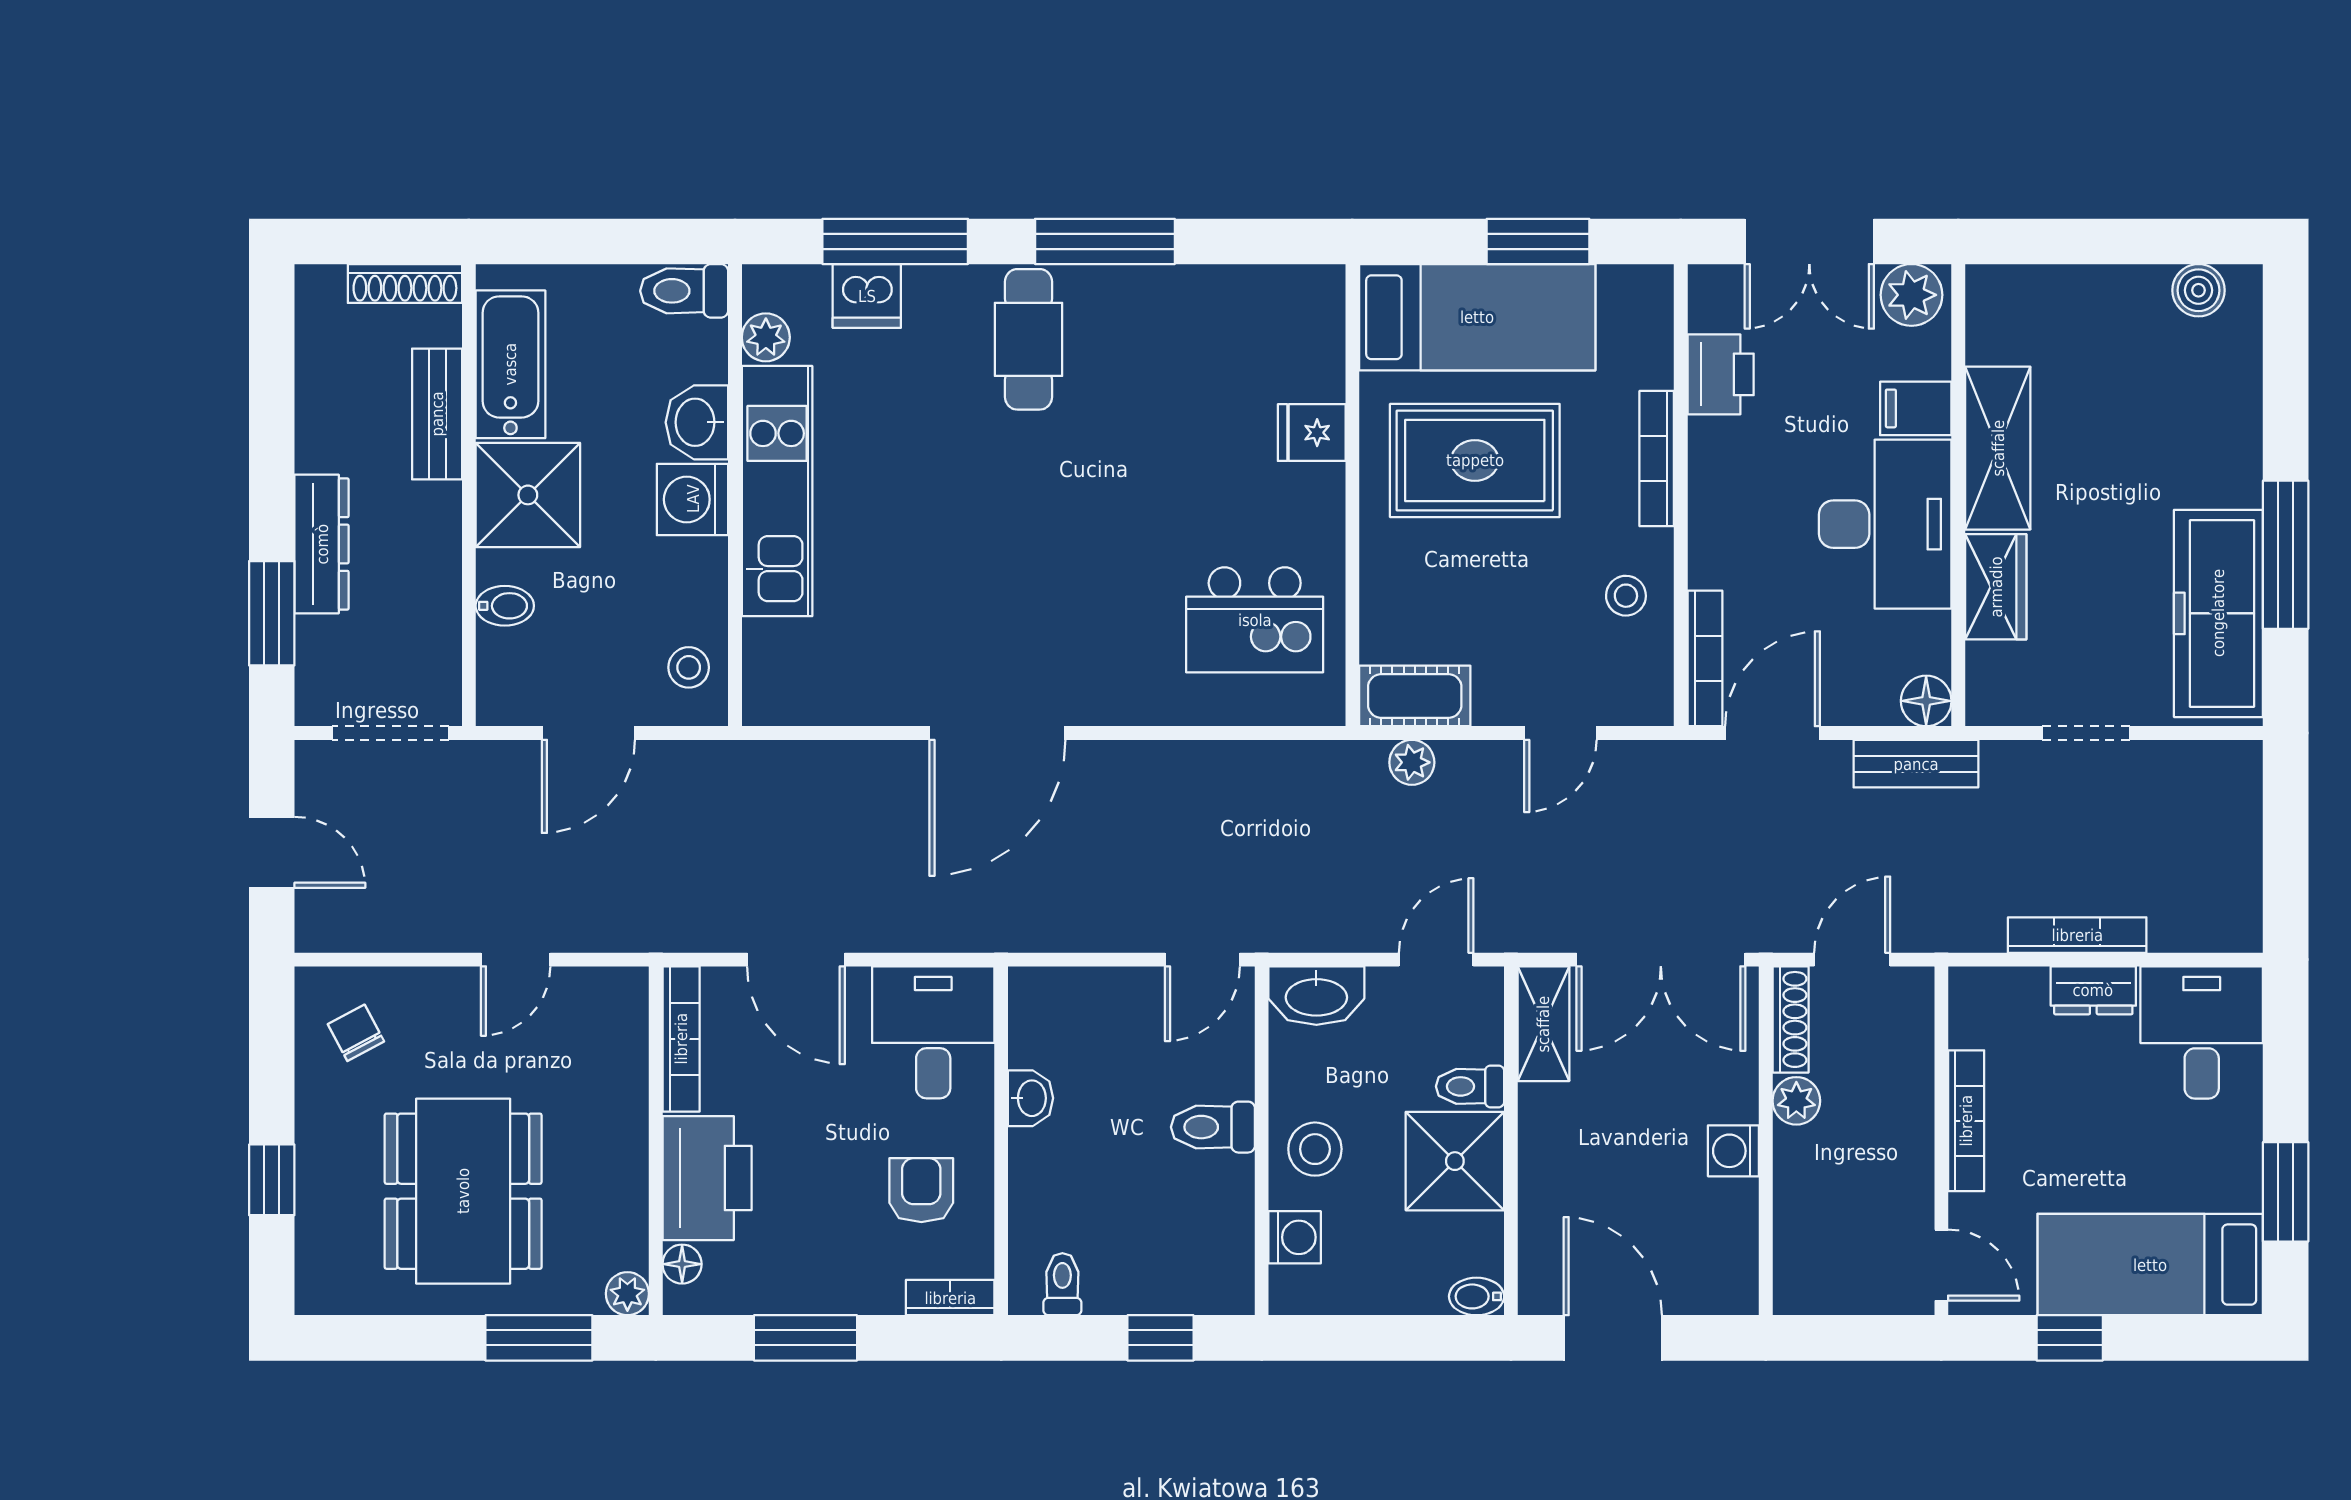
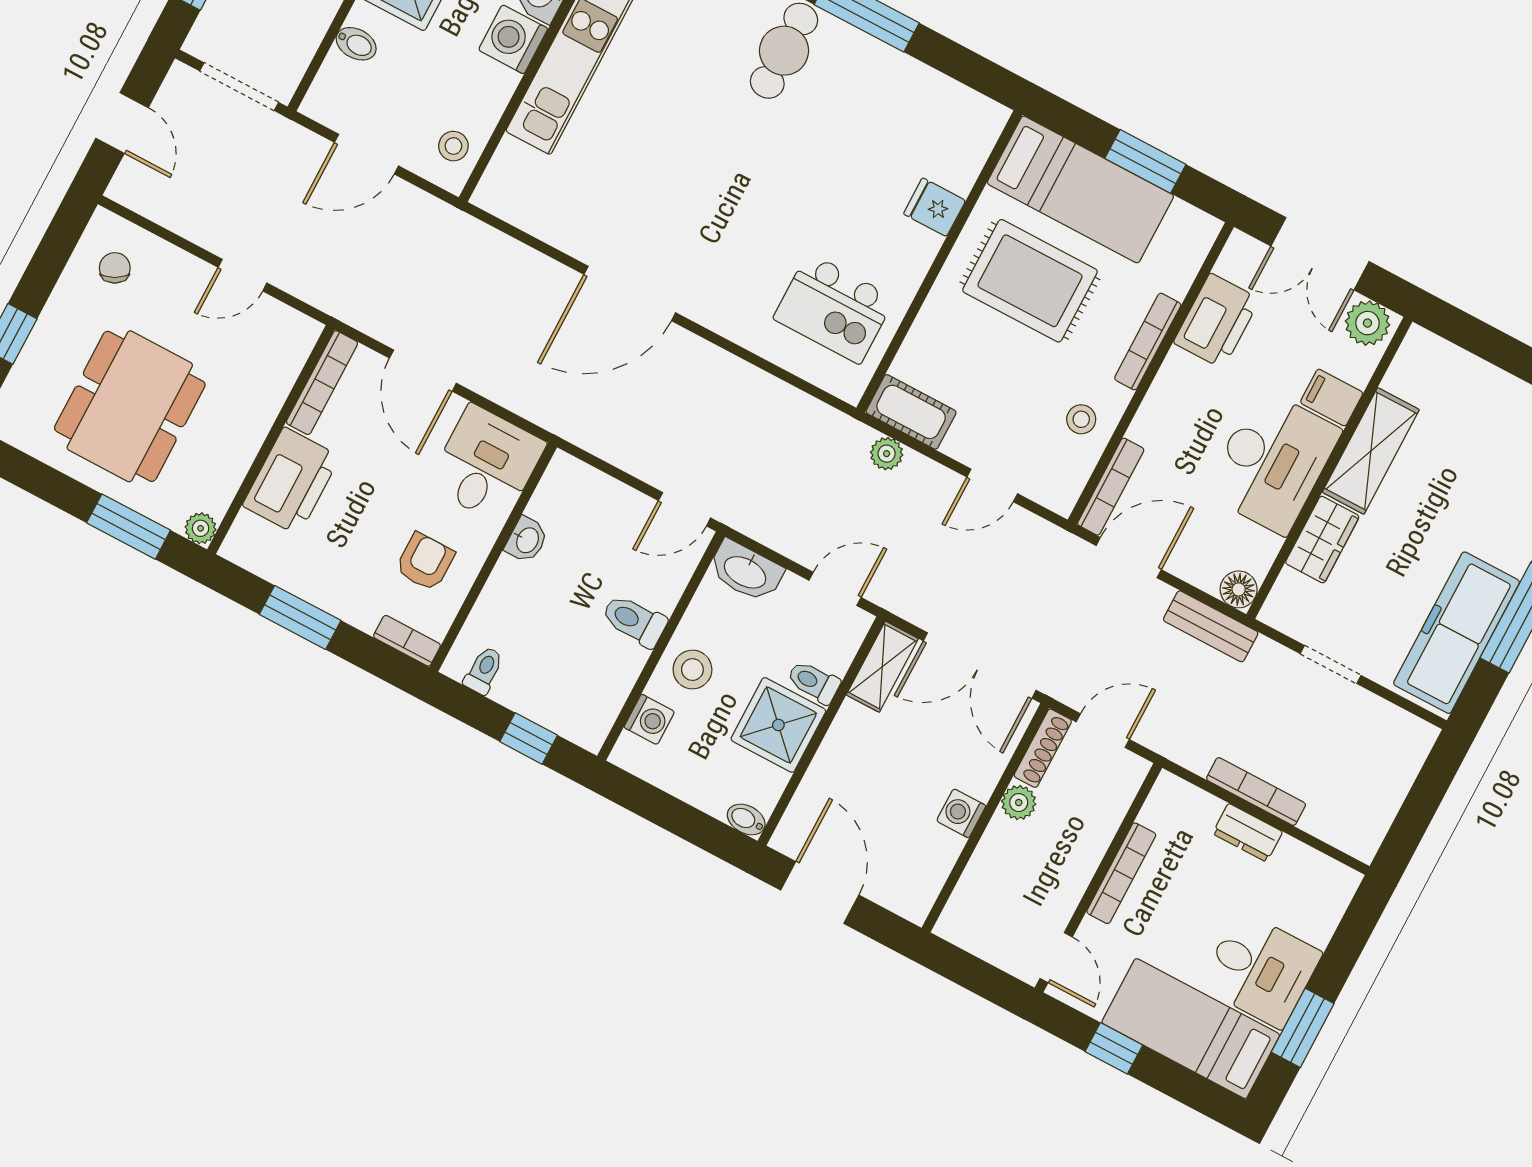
printer: (1721, 374) -> (1217, 321), width x1.37, depth x1.19
desk: (2202, 1032) -> (1260, 969), moved, turned 90
floor lamp: (682, 1264) -> (246, 528), removed

